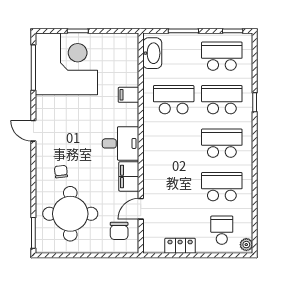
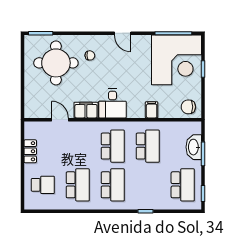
washbasin: (152, 53) -> (194, 147), moved, turned 90
school desk: (222, 100) -> (113, 146), moved
door: (33, 131) -> (123, 33), swing flipped
chair: (119, 231) -> (188, 107), moved
plant: (246, 245) -> (31, 205), removed

